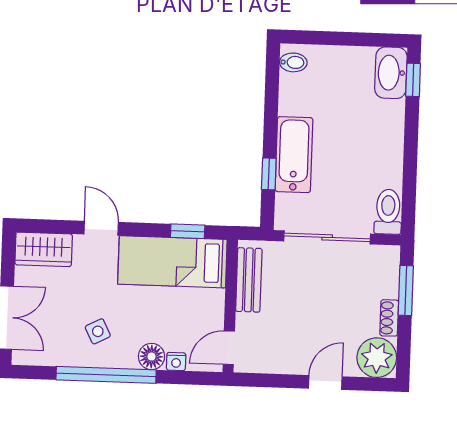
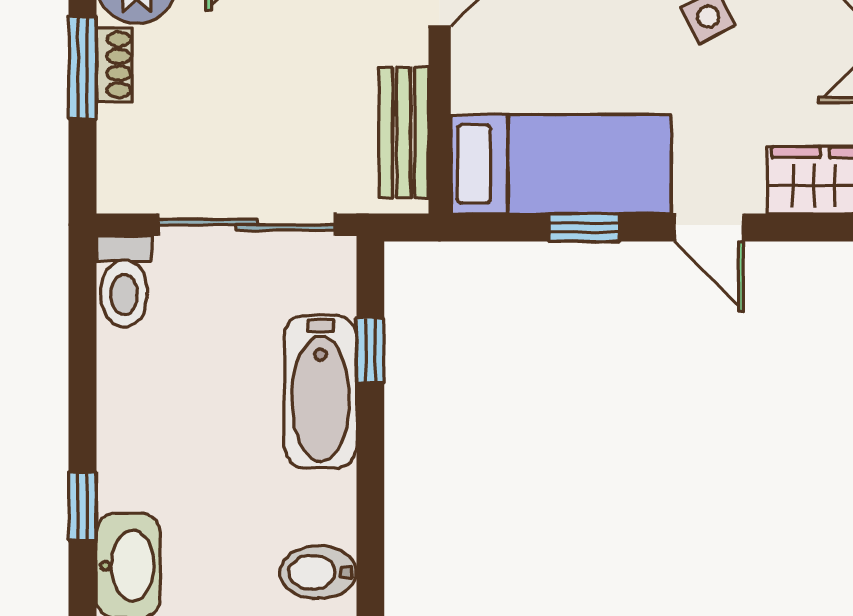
bidet: (293, 62) -> (318, 572), width x1.38, depth x1.36
window: (413, 80) -> (82, 506), moved
window: (188, 231) -> (584, 228), moved
window: (406, 291) -> (82, 68), moved

